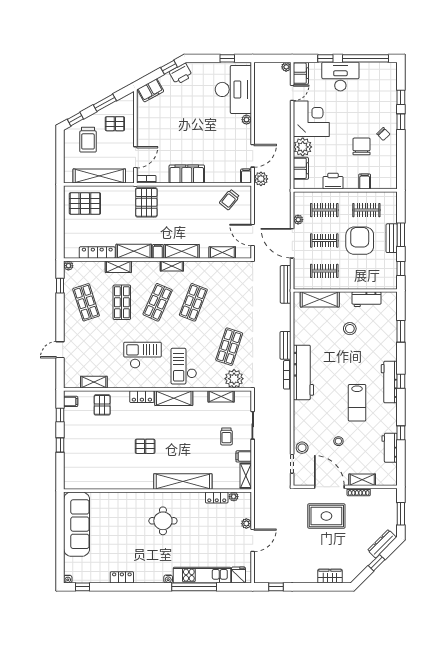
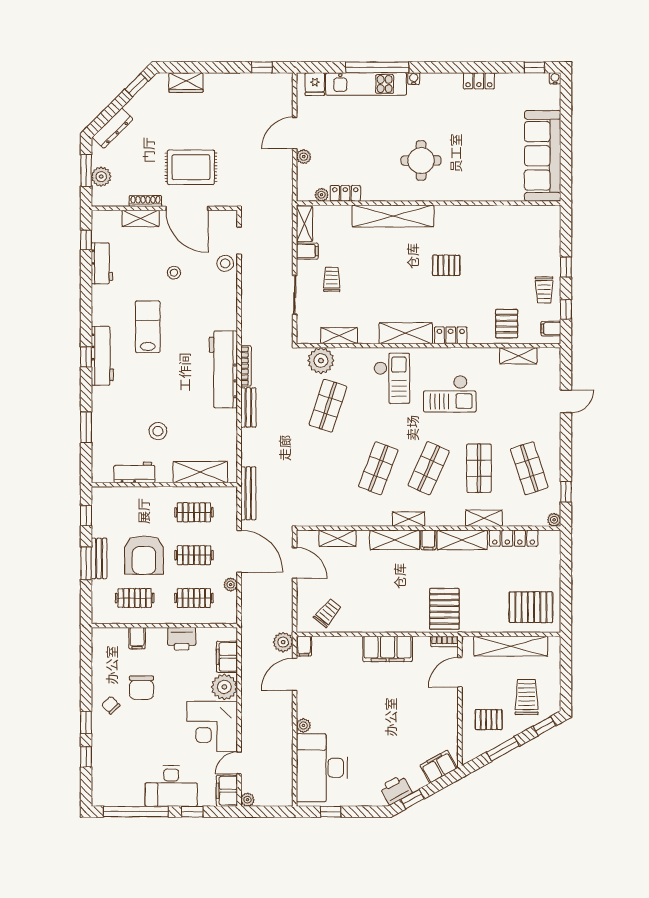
trolley: (76, 429) -> (544, 290), added
window: (401, 433) -> (86, 240), moved
plant: (390, 509) -> (101, 177), added
window: (377, 563) -> (137, 85), moved

